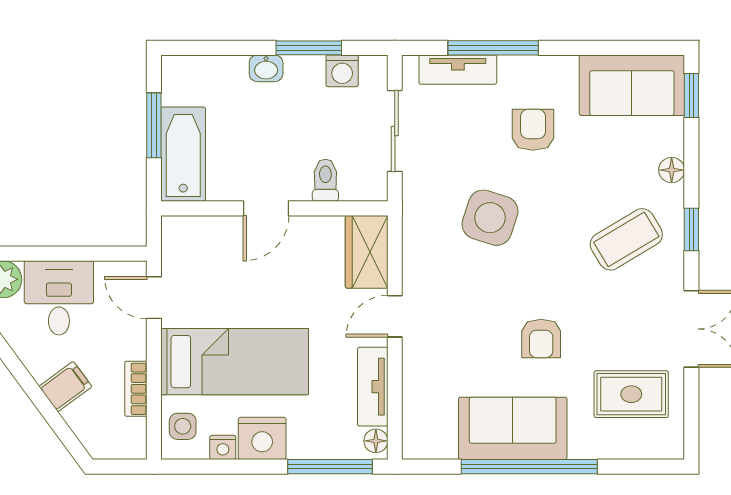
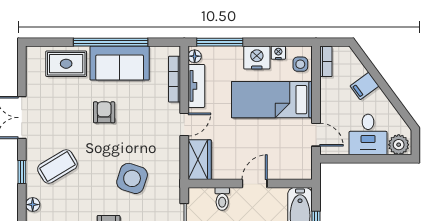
bookcase: (136, 389) -> (326, 62), moved
rug: (631, 394) -> (66, 64), moved
bookcase: (413, 399) -> (174, 79), added

